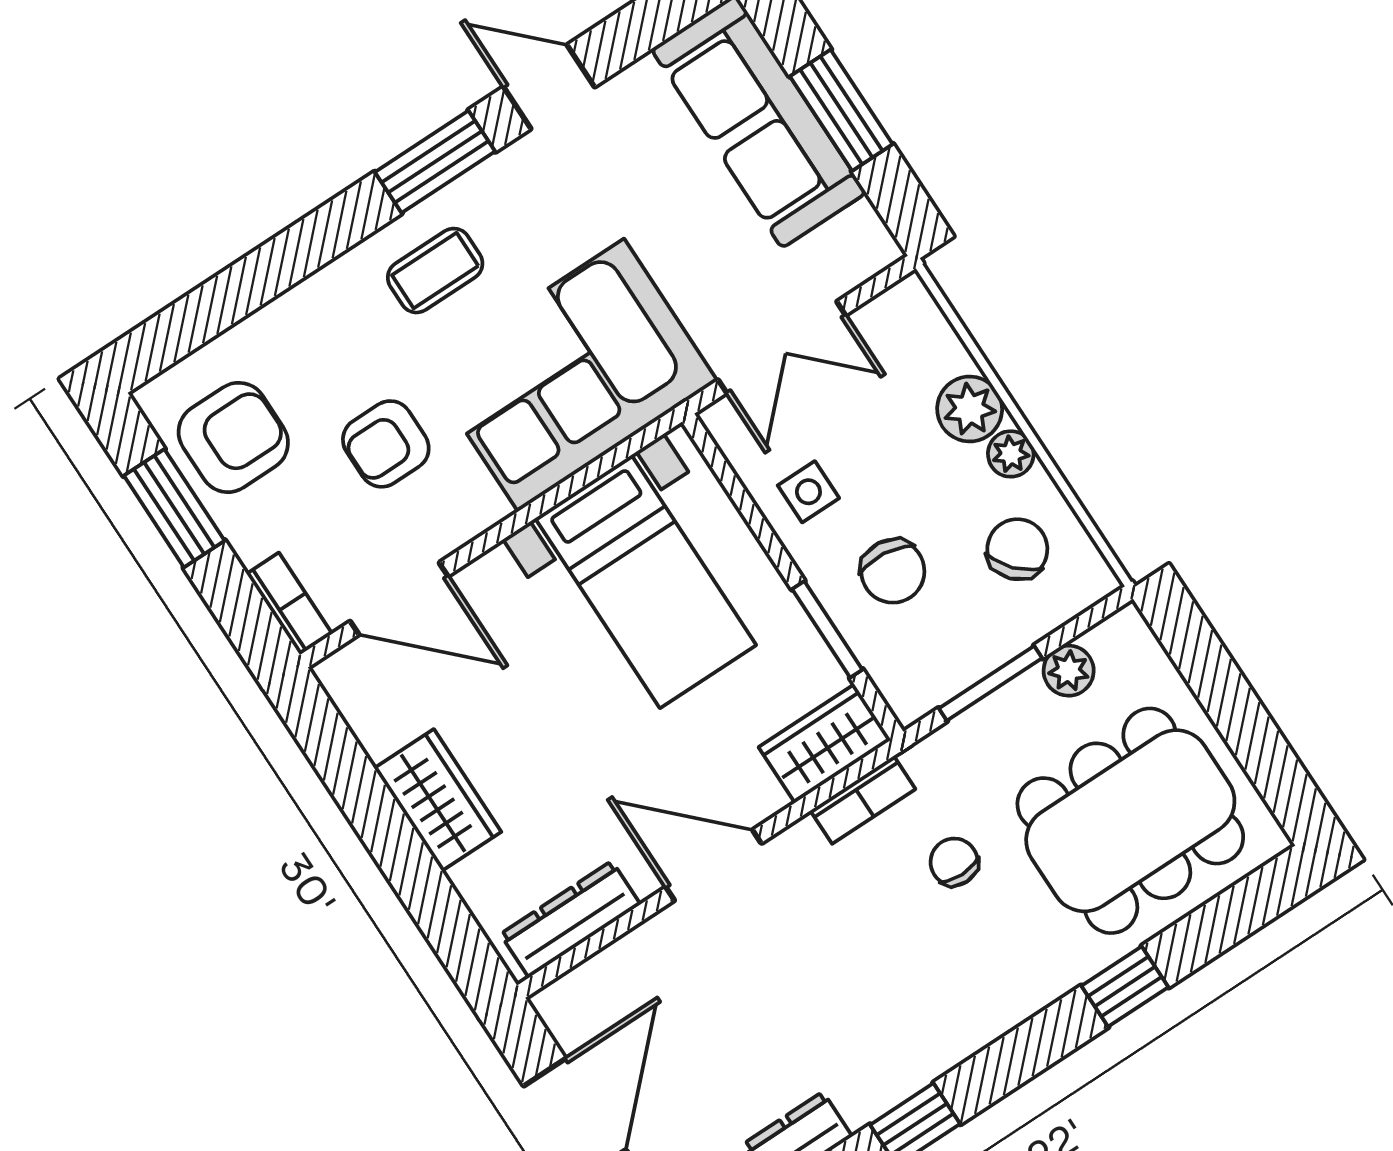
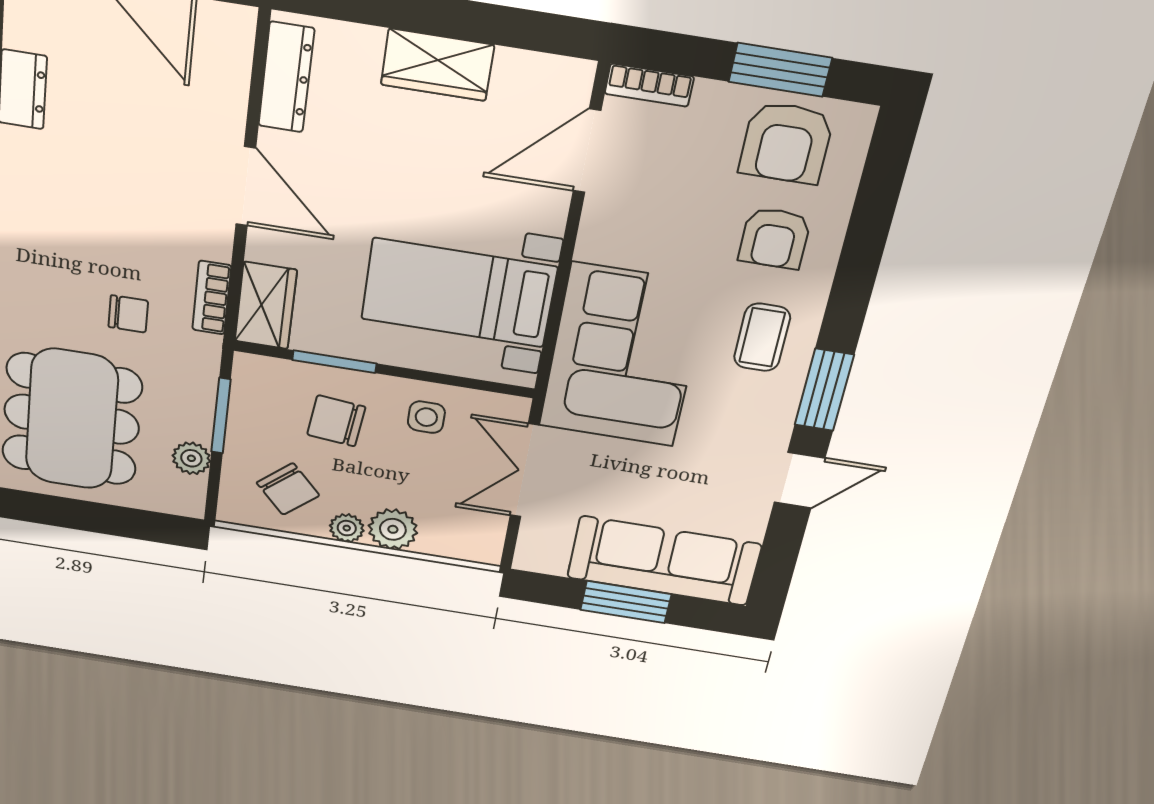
armchair: (386, 444) -> (775, 238), moved, turned 180
door: (714, 865) -> (246, 186), hinge flipped

